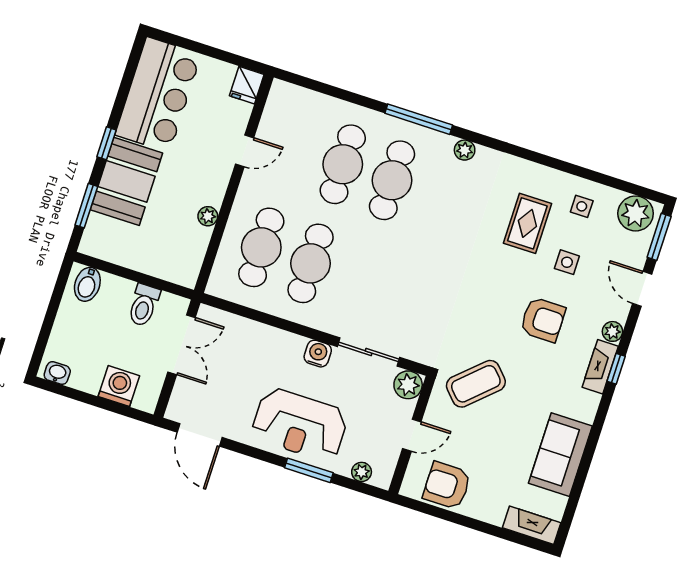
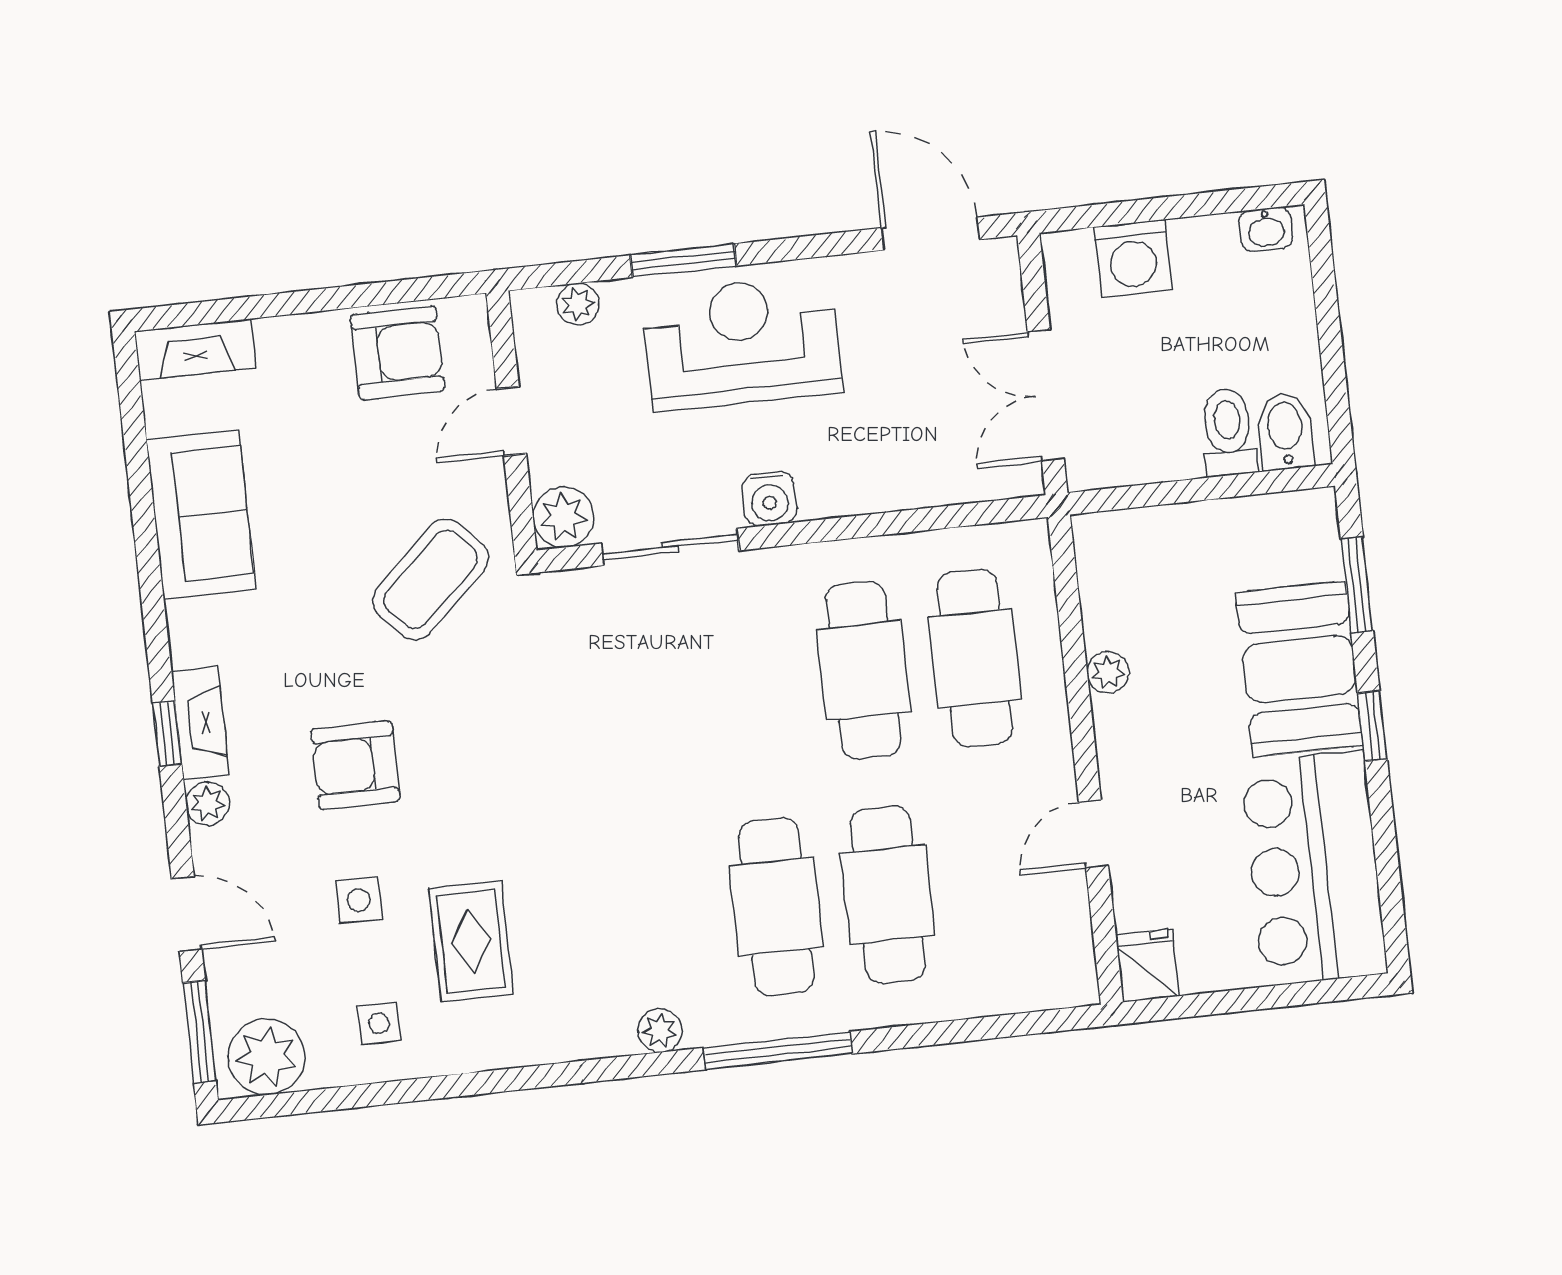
toilet: (144, 305) -> (1228, 432), moved

